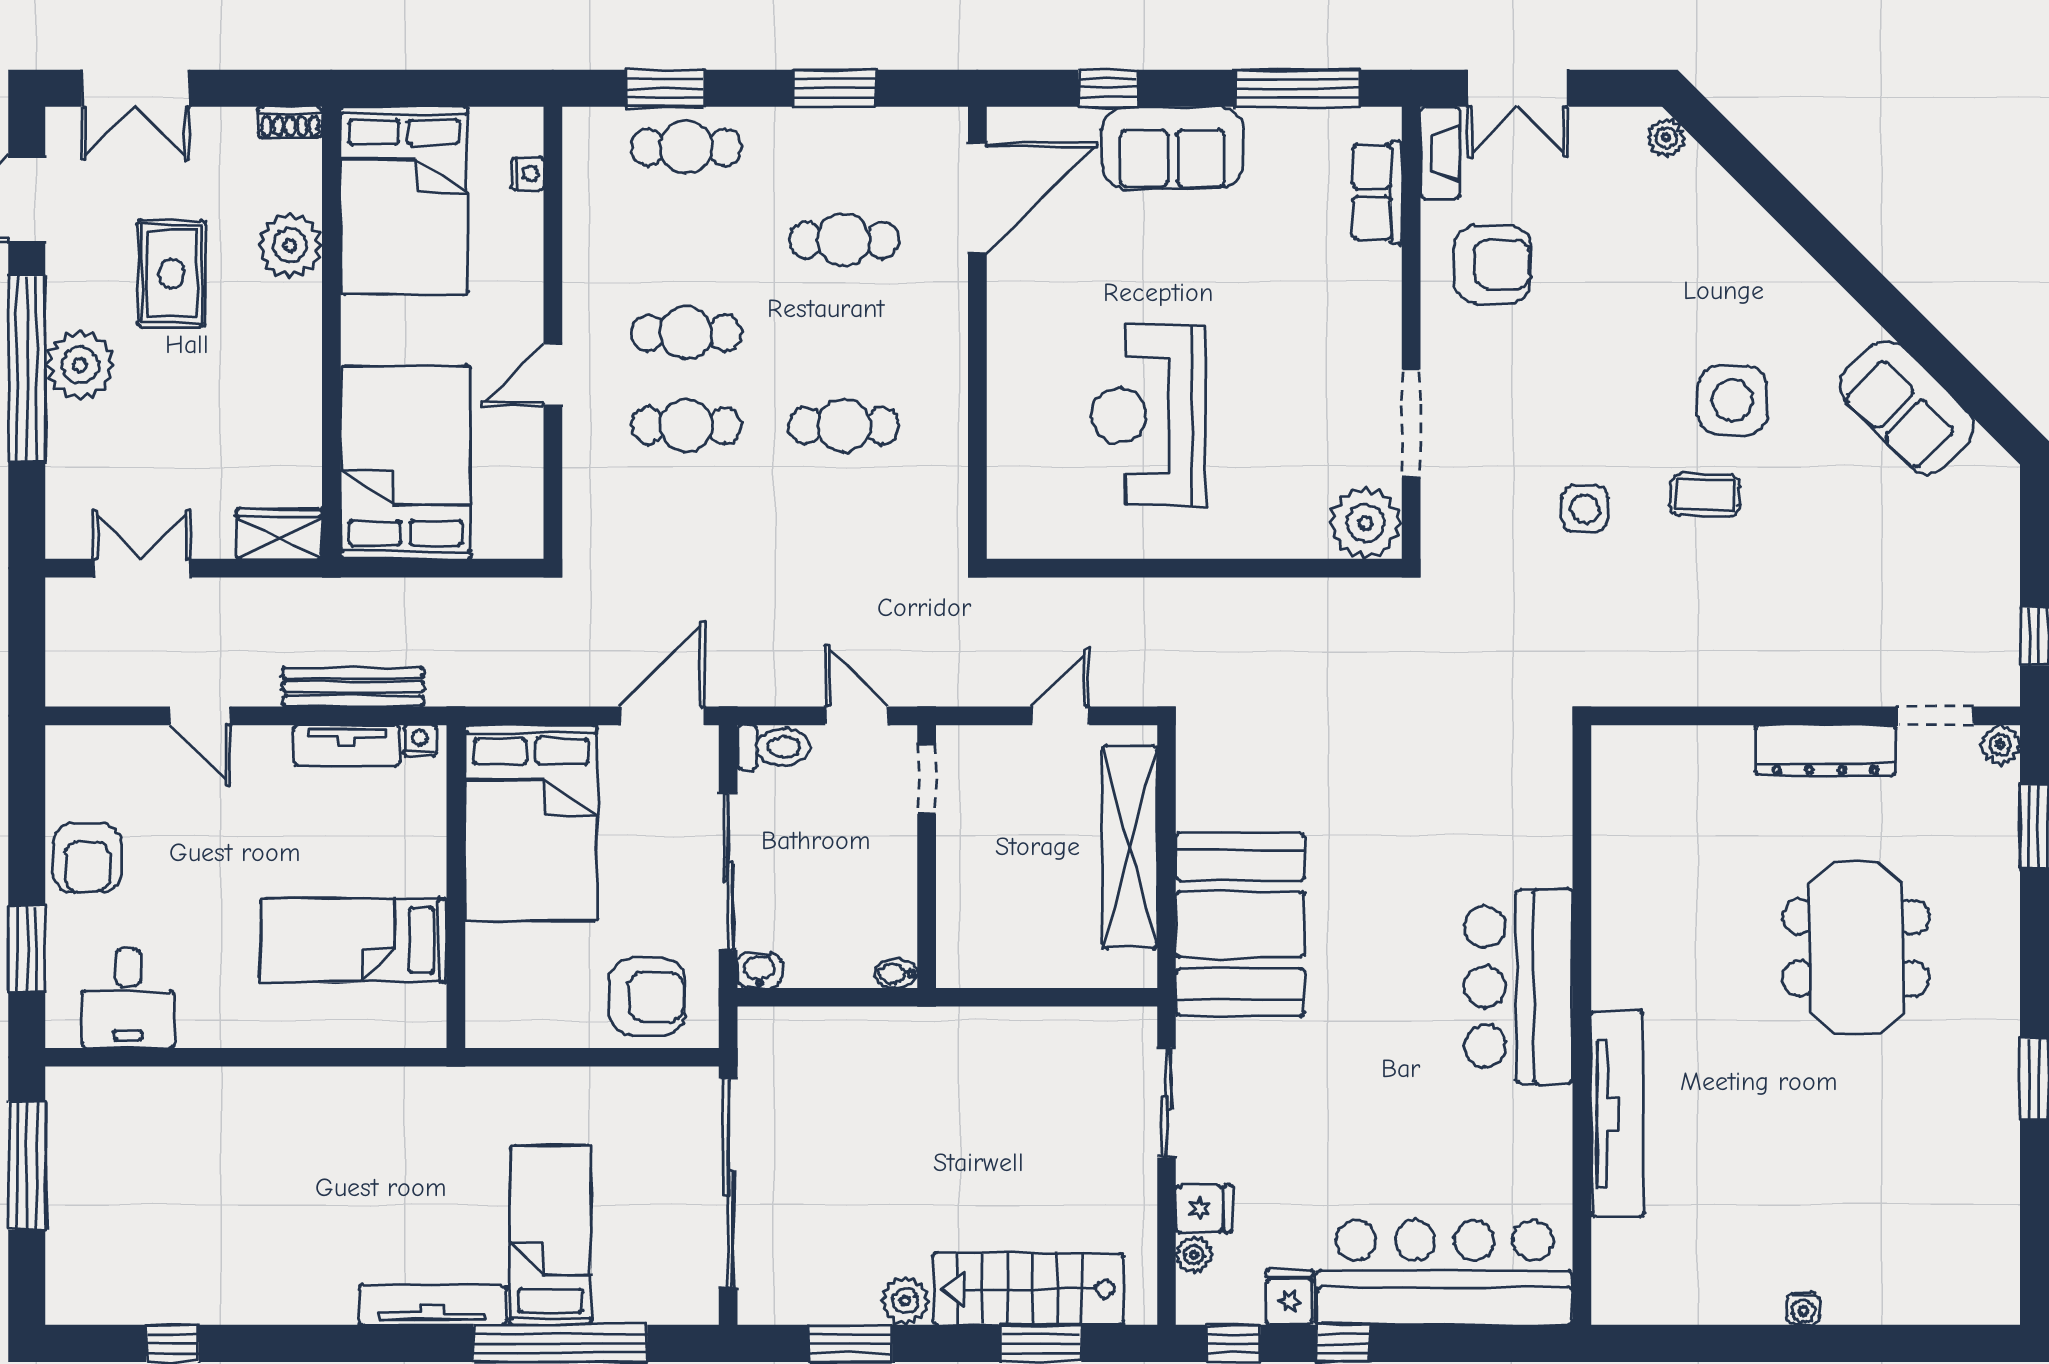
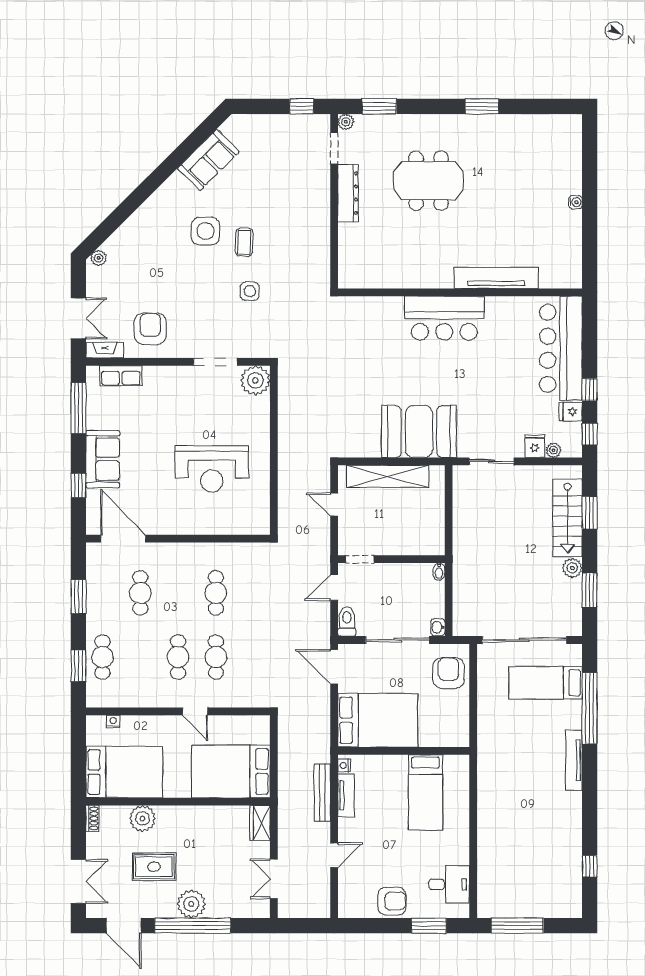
bed: (551, 1235) -> (546, 683), moved

